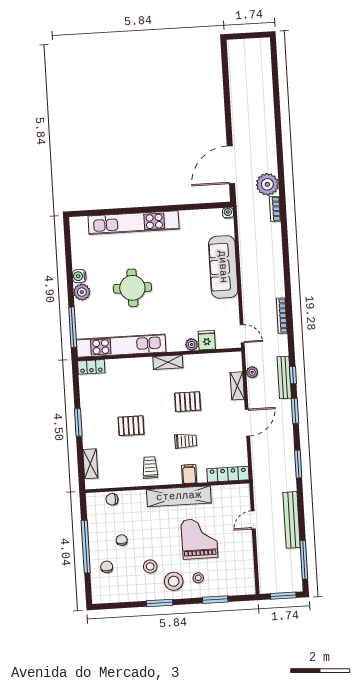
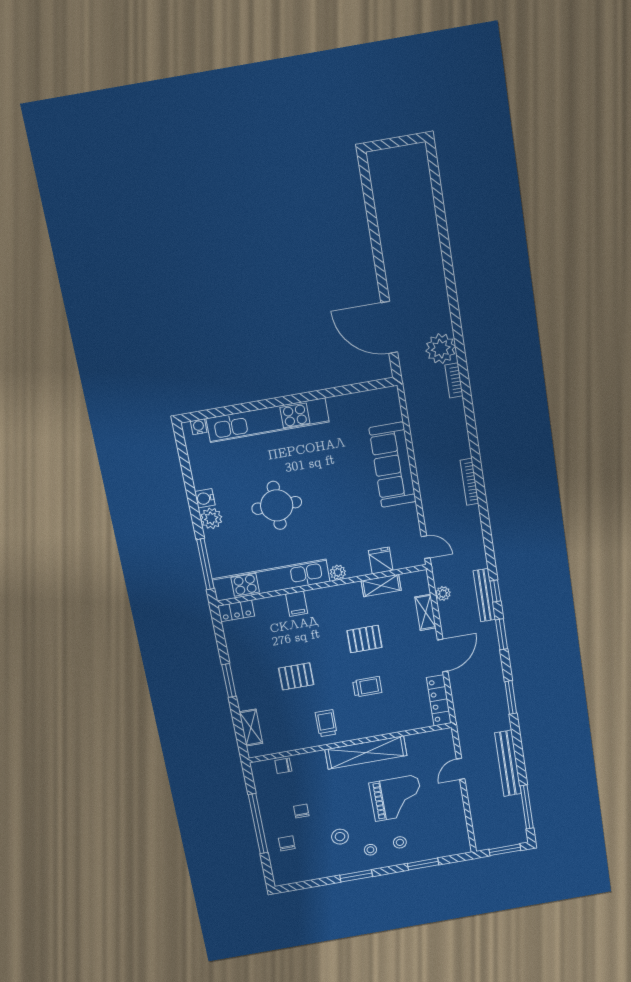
door: (231, 165) -> (389, 327), hinge flipped
water cooler: (228, 213) -> (199, 427), moved
bookcase: (282, 316) -> (469, 482), moved
plant: (192, 345) -> (338, 572), moved
shelving: (168, 362) -> (381, 585), moved
filing cabinet: (189, 474) -> (297, 604), moved, turned 180
locker: (228, 474) -> (439, 700), moved, turned -90
grand piano: (199, 539) -> (397, 798), turned 90
stool: (174, 581) -> (370, 850), width x0.53, depth x0.53

